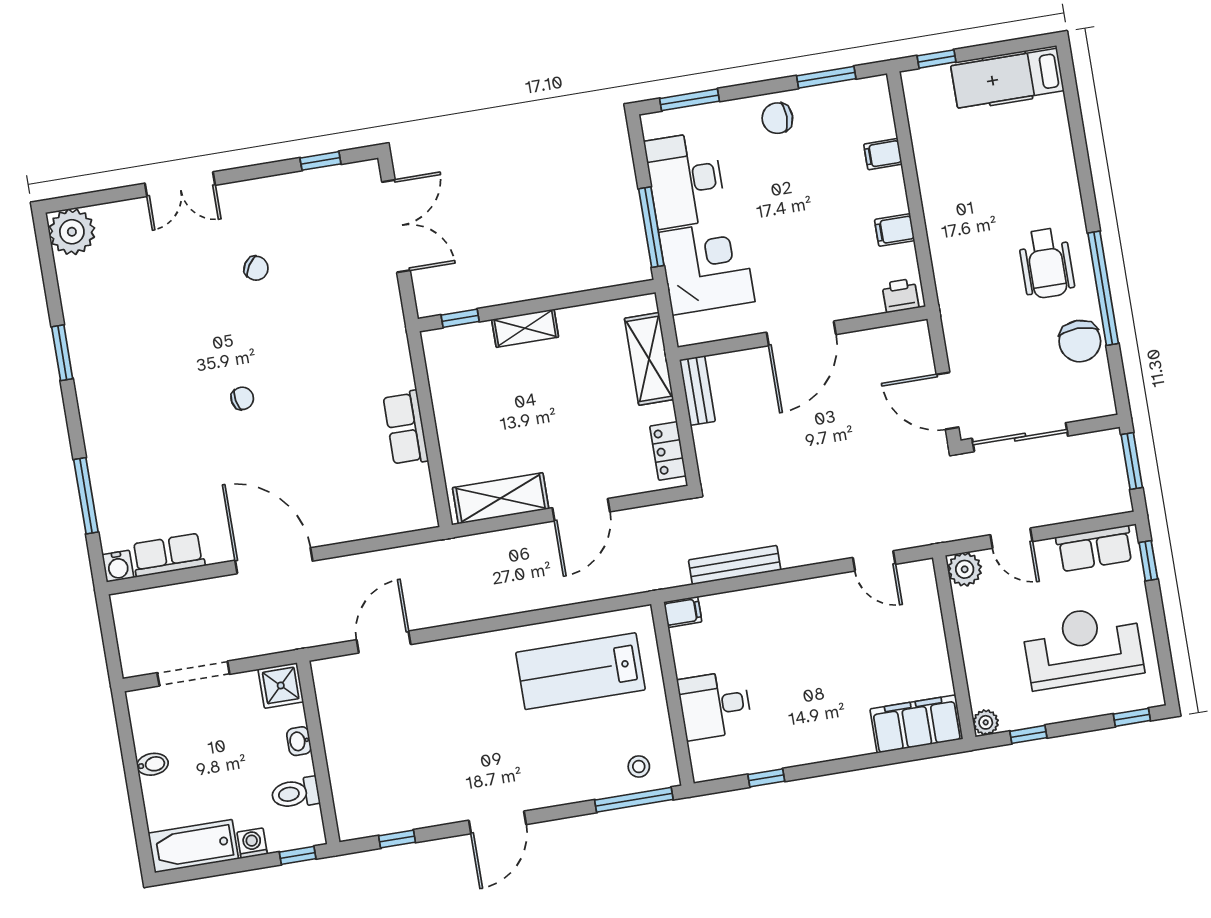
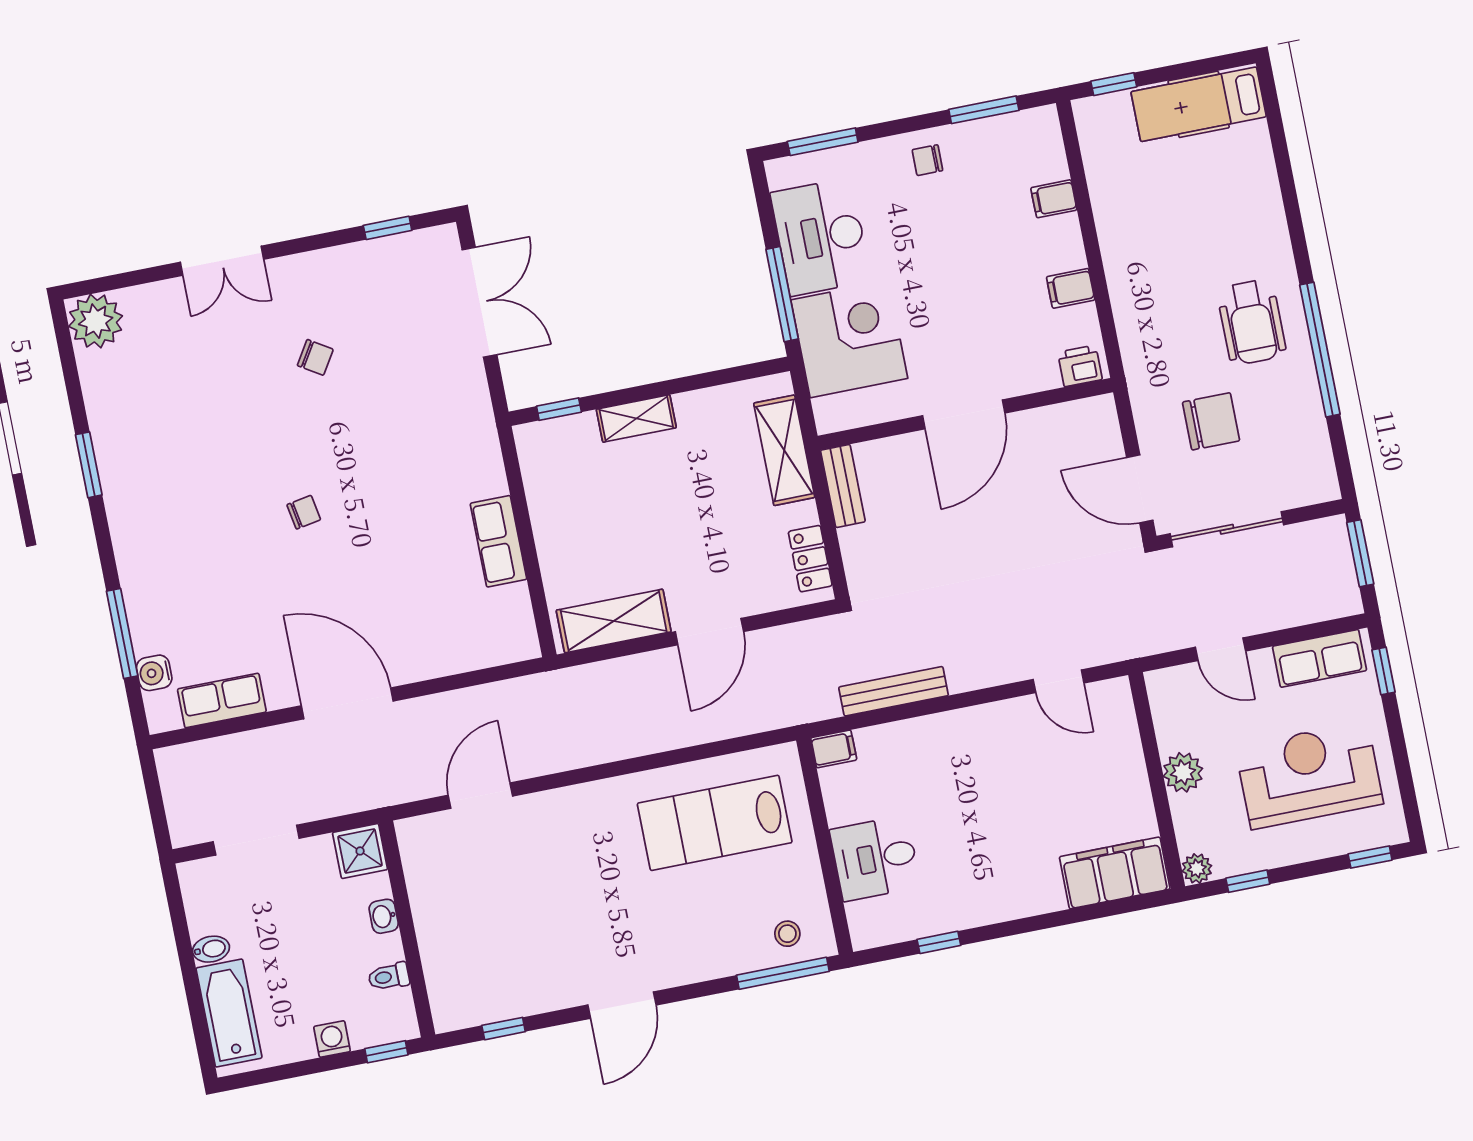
chair: (777, 118) -> (927, 160), width x0.73, depth x0.73
chair: (1080, 341) -> (1211, 421), moved, turned -90
water cooler: (118, 566) -> (154, 673), moved, turned 90
plant: (965, 569) -> (1183, 772), moved
toilet: (295, 793) -> (389, 977), width x0.73, depth x0.72
bathtub: (193, 846) -> (229, 1013), moved, turned 90

